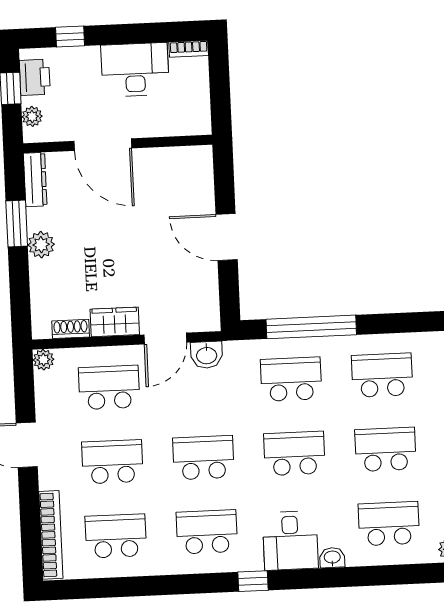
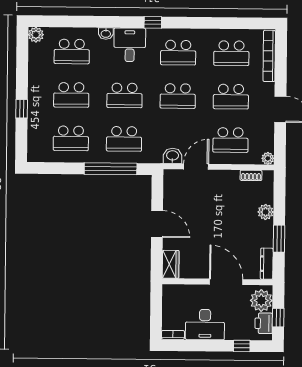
plant: (32, 116) -> (261, 300), width x1.87, depth x1.87
plant: (41, 245) -> (266, 212), moved
wardrobe: (115, 322) -> (171, 264), moved, turned -90

